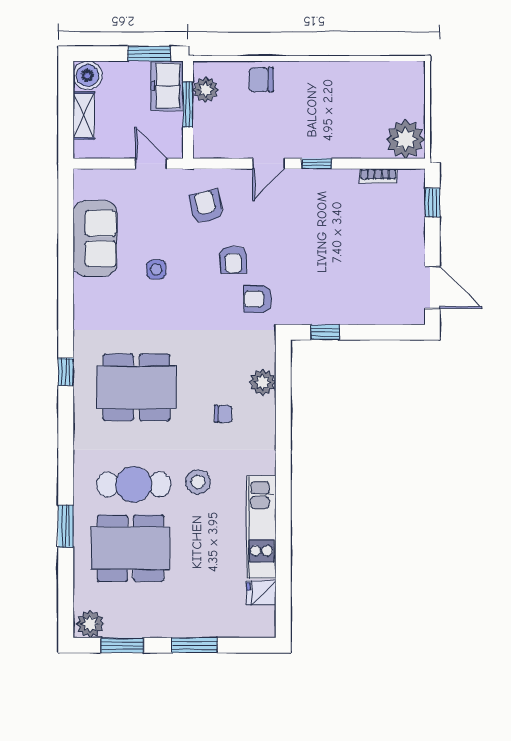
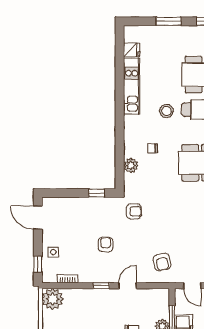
armchair: (234, 260) -> (106, 245), moved
side table: (156, 269) -> (53, 252), moved

